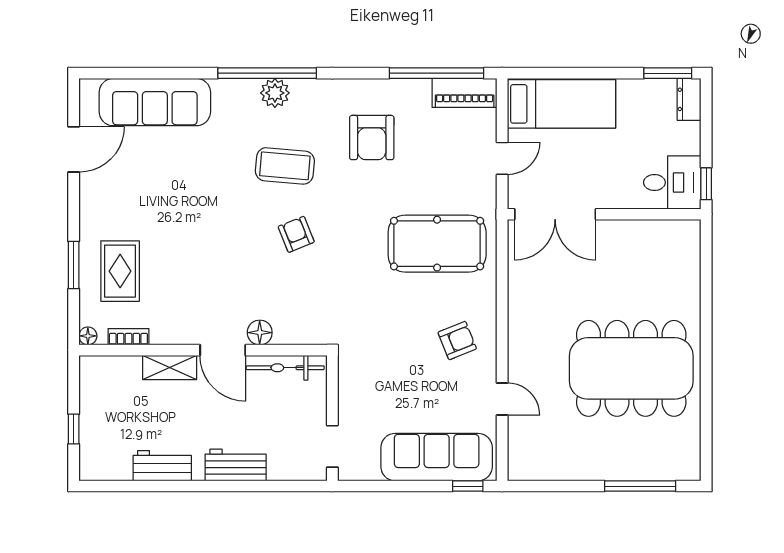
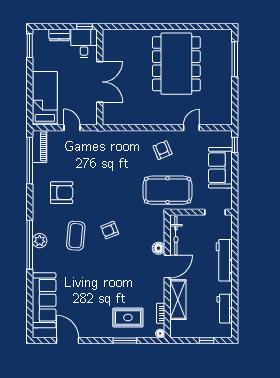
dresser: (689, 99) -> (59, 35), moved
double door: (555, 214) -> (100, 82), moved
pool table: (437, 244) -> (168, 190), moved, turned 90
shelving: (170, 367) -> (178, 300), width x1.50, depth x1.33
sofa: (437, 457) -> (220, 168), width x0.73
workbench: (236, 465) -> (224, 260), width x1.38
workbench: (162, 466) -> (225, 309), moved

